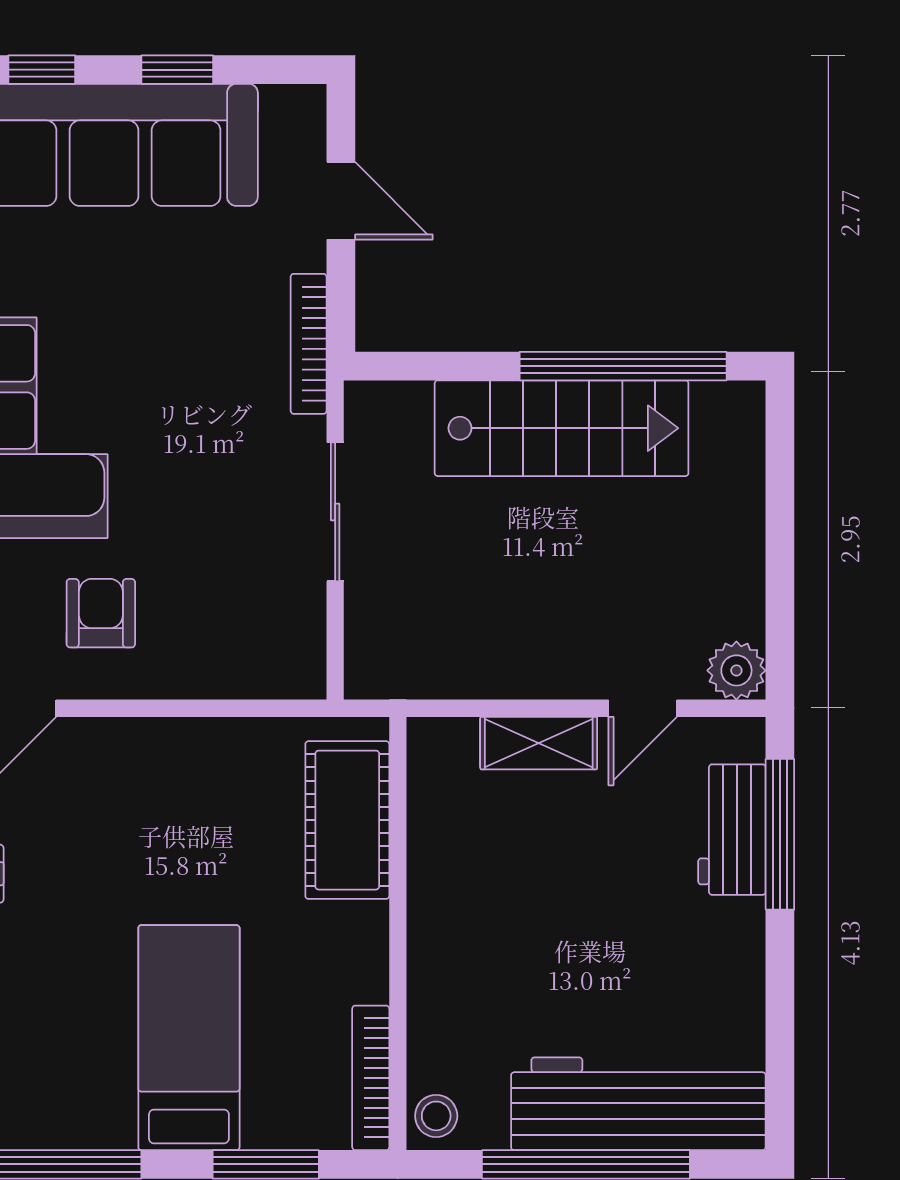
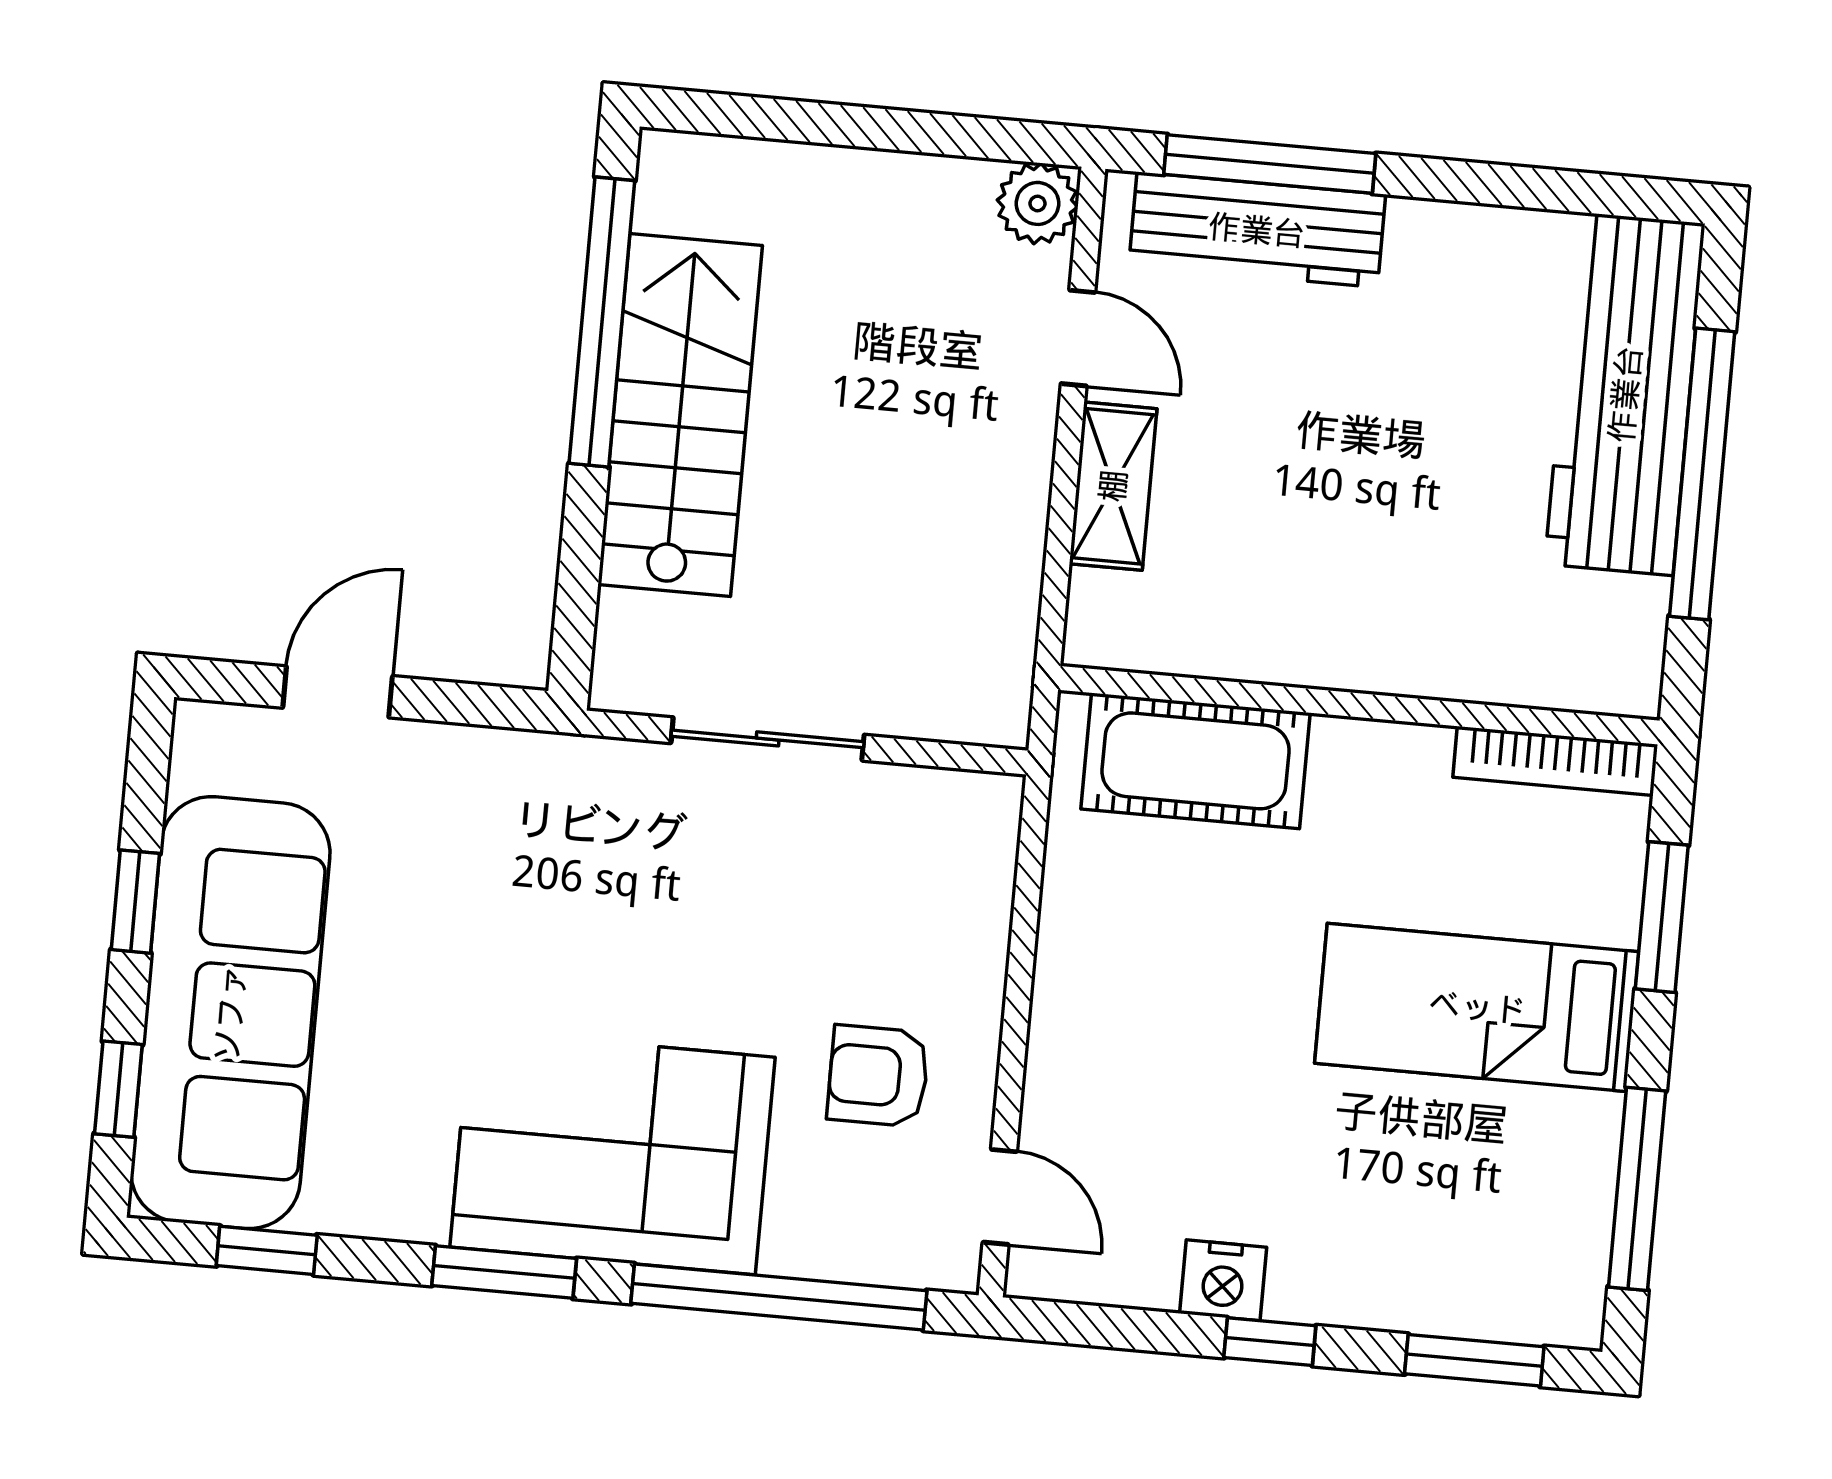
bookcase: (309, 344) -> (532, 754), removed
workbench: (732, 830) -> (1257, 230), width x1.38
stool: (436, 1116) -> (1616, 675), removed

